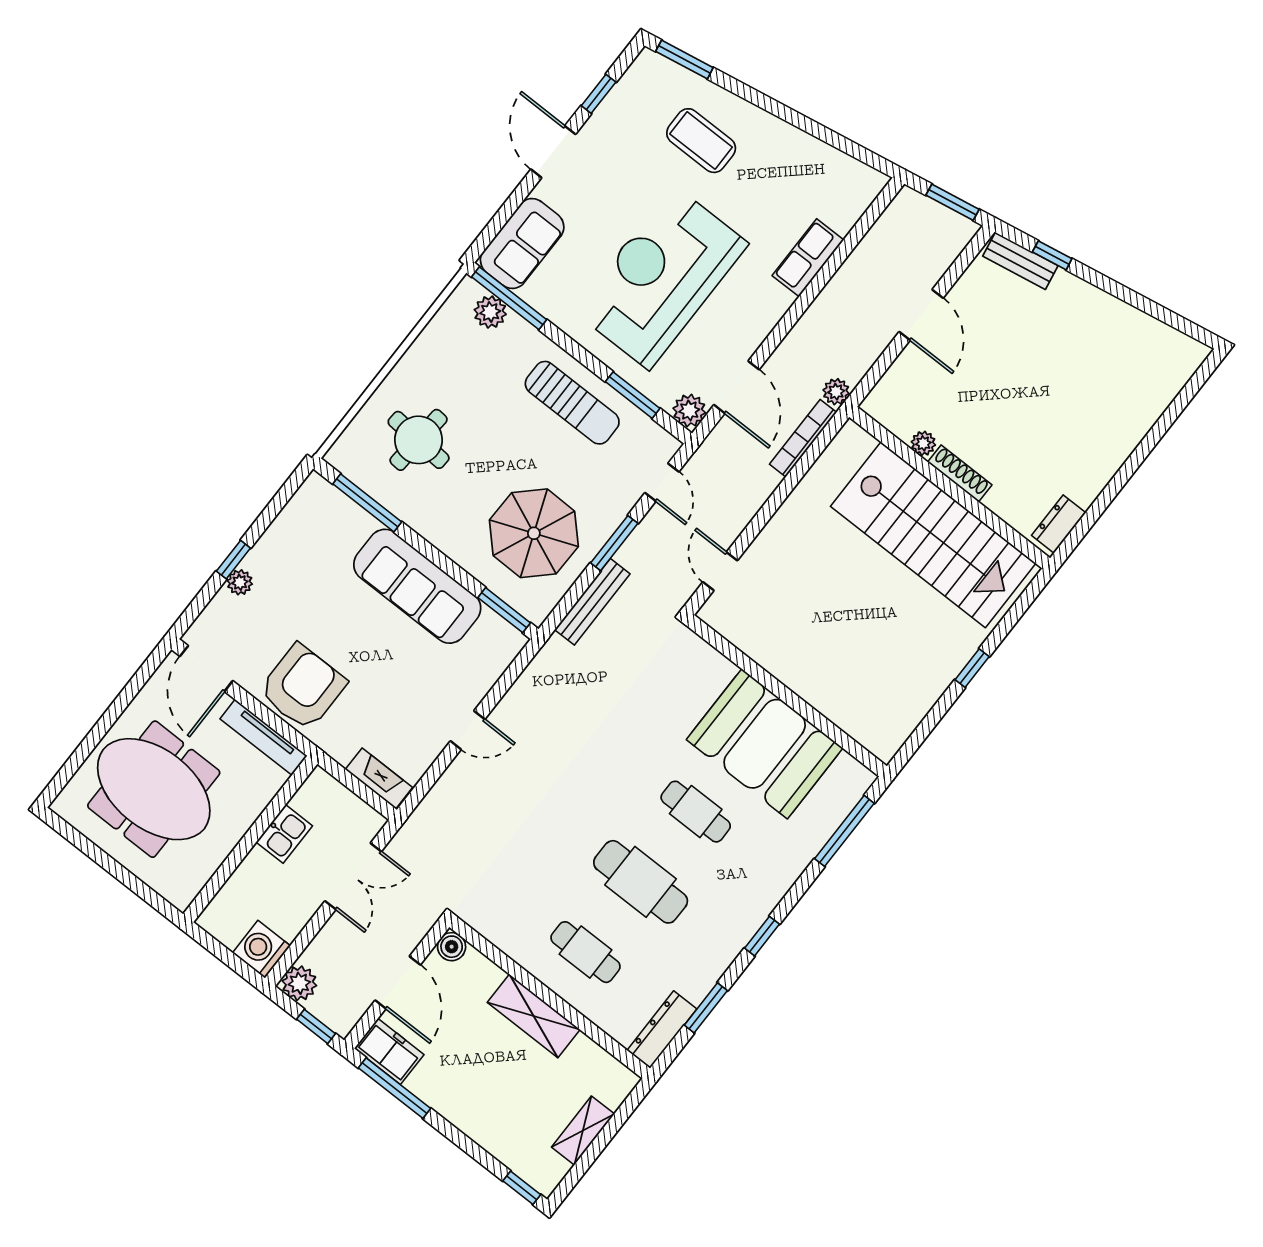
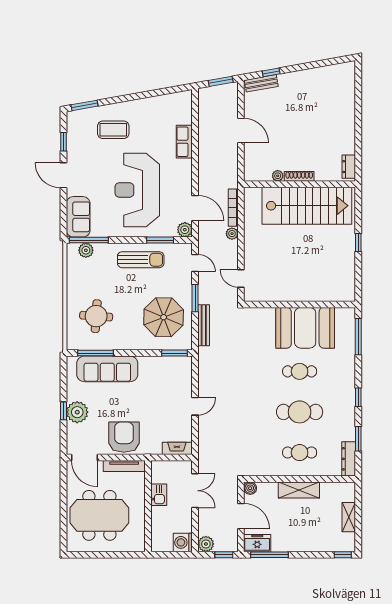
plant: (836, 392) -> (232, 234), moved
plant: (240, 582) -> (77, 412), width x1.88, depth x1.88
sofa: (417, 586) -> (107, 369), moved

